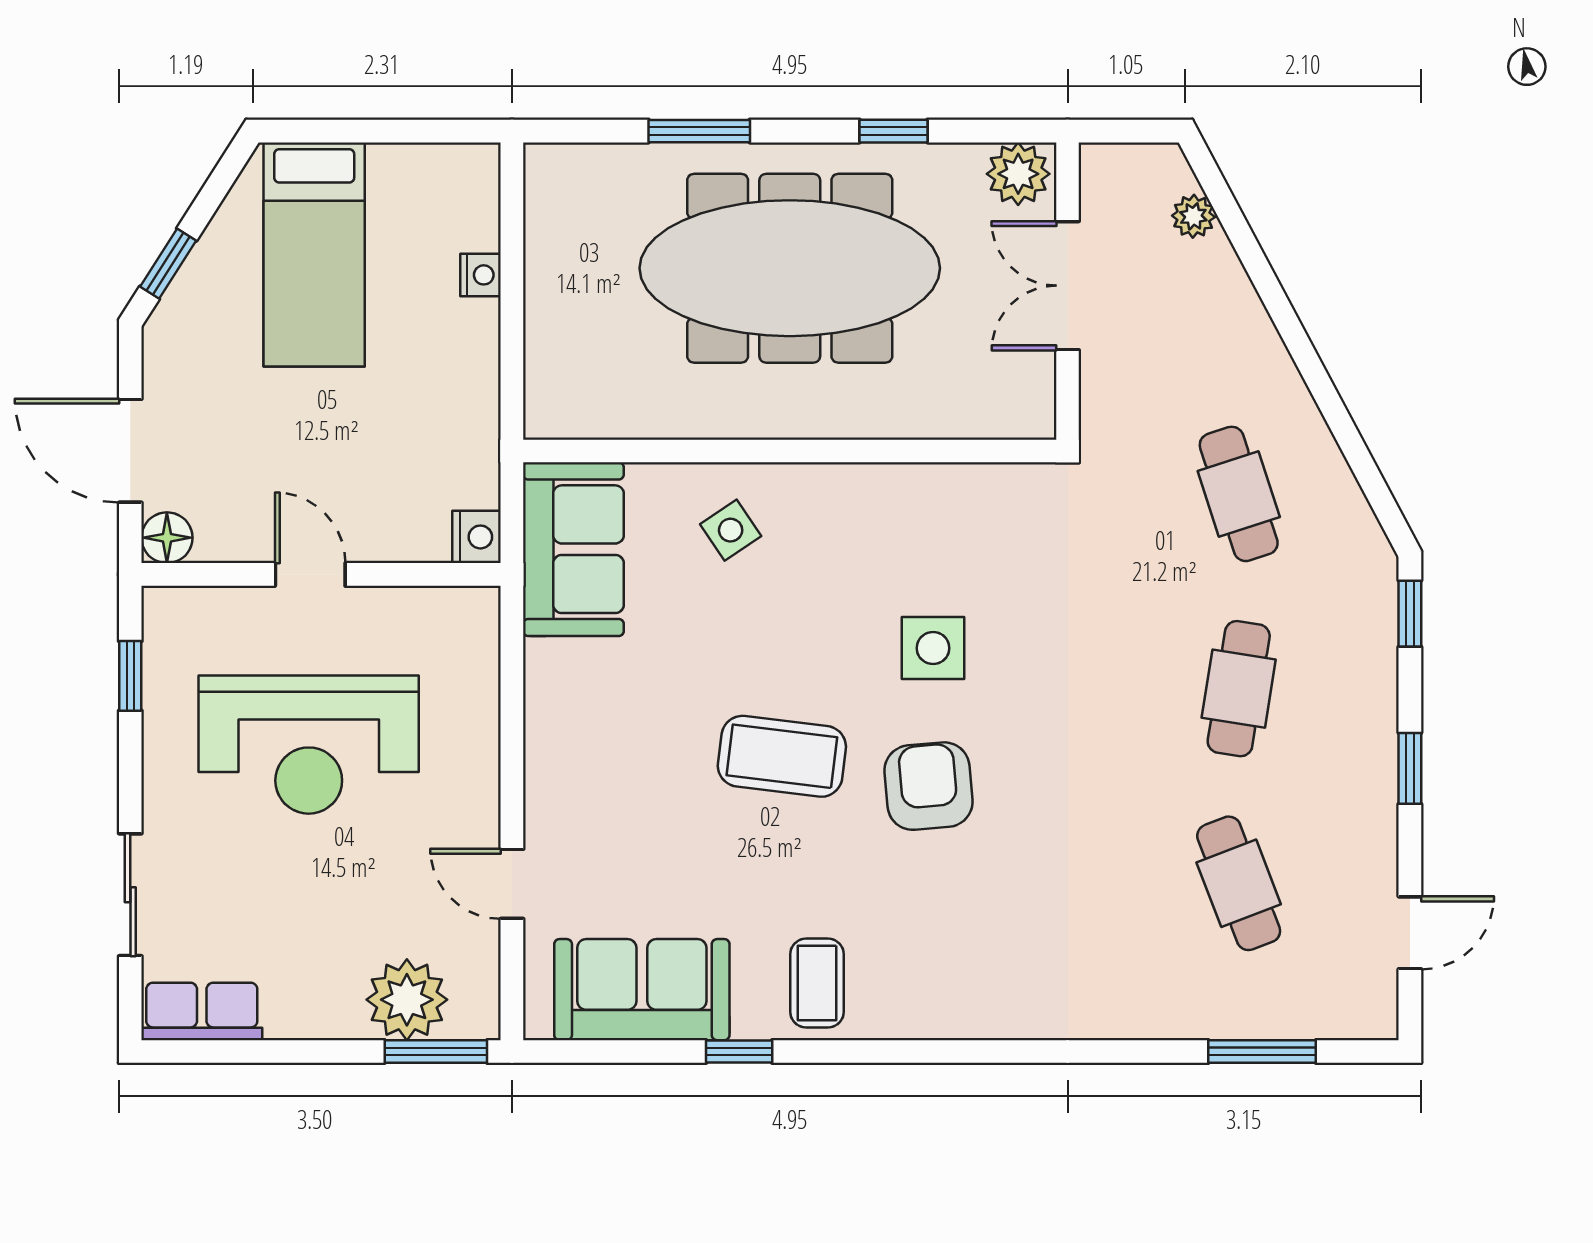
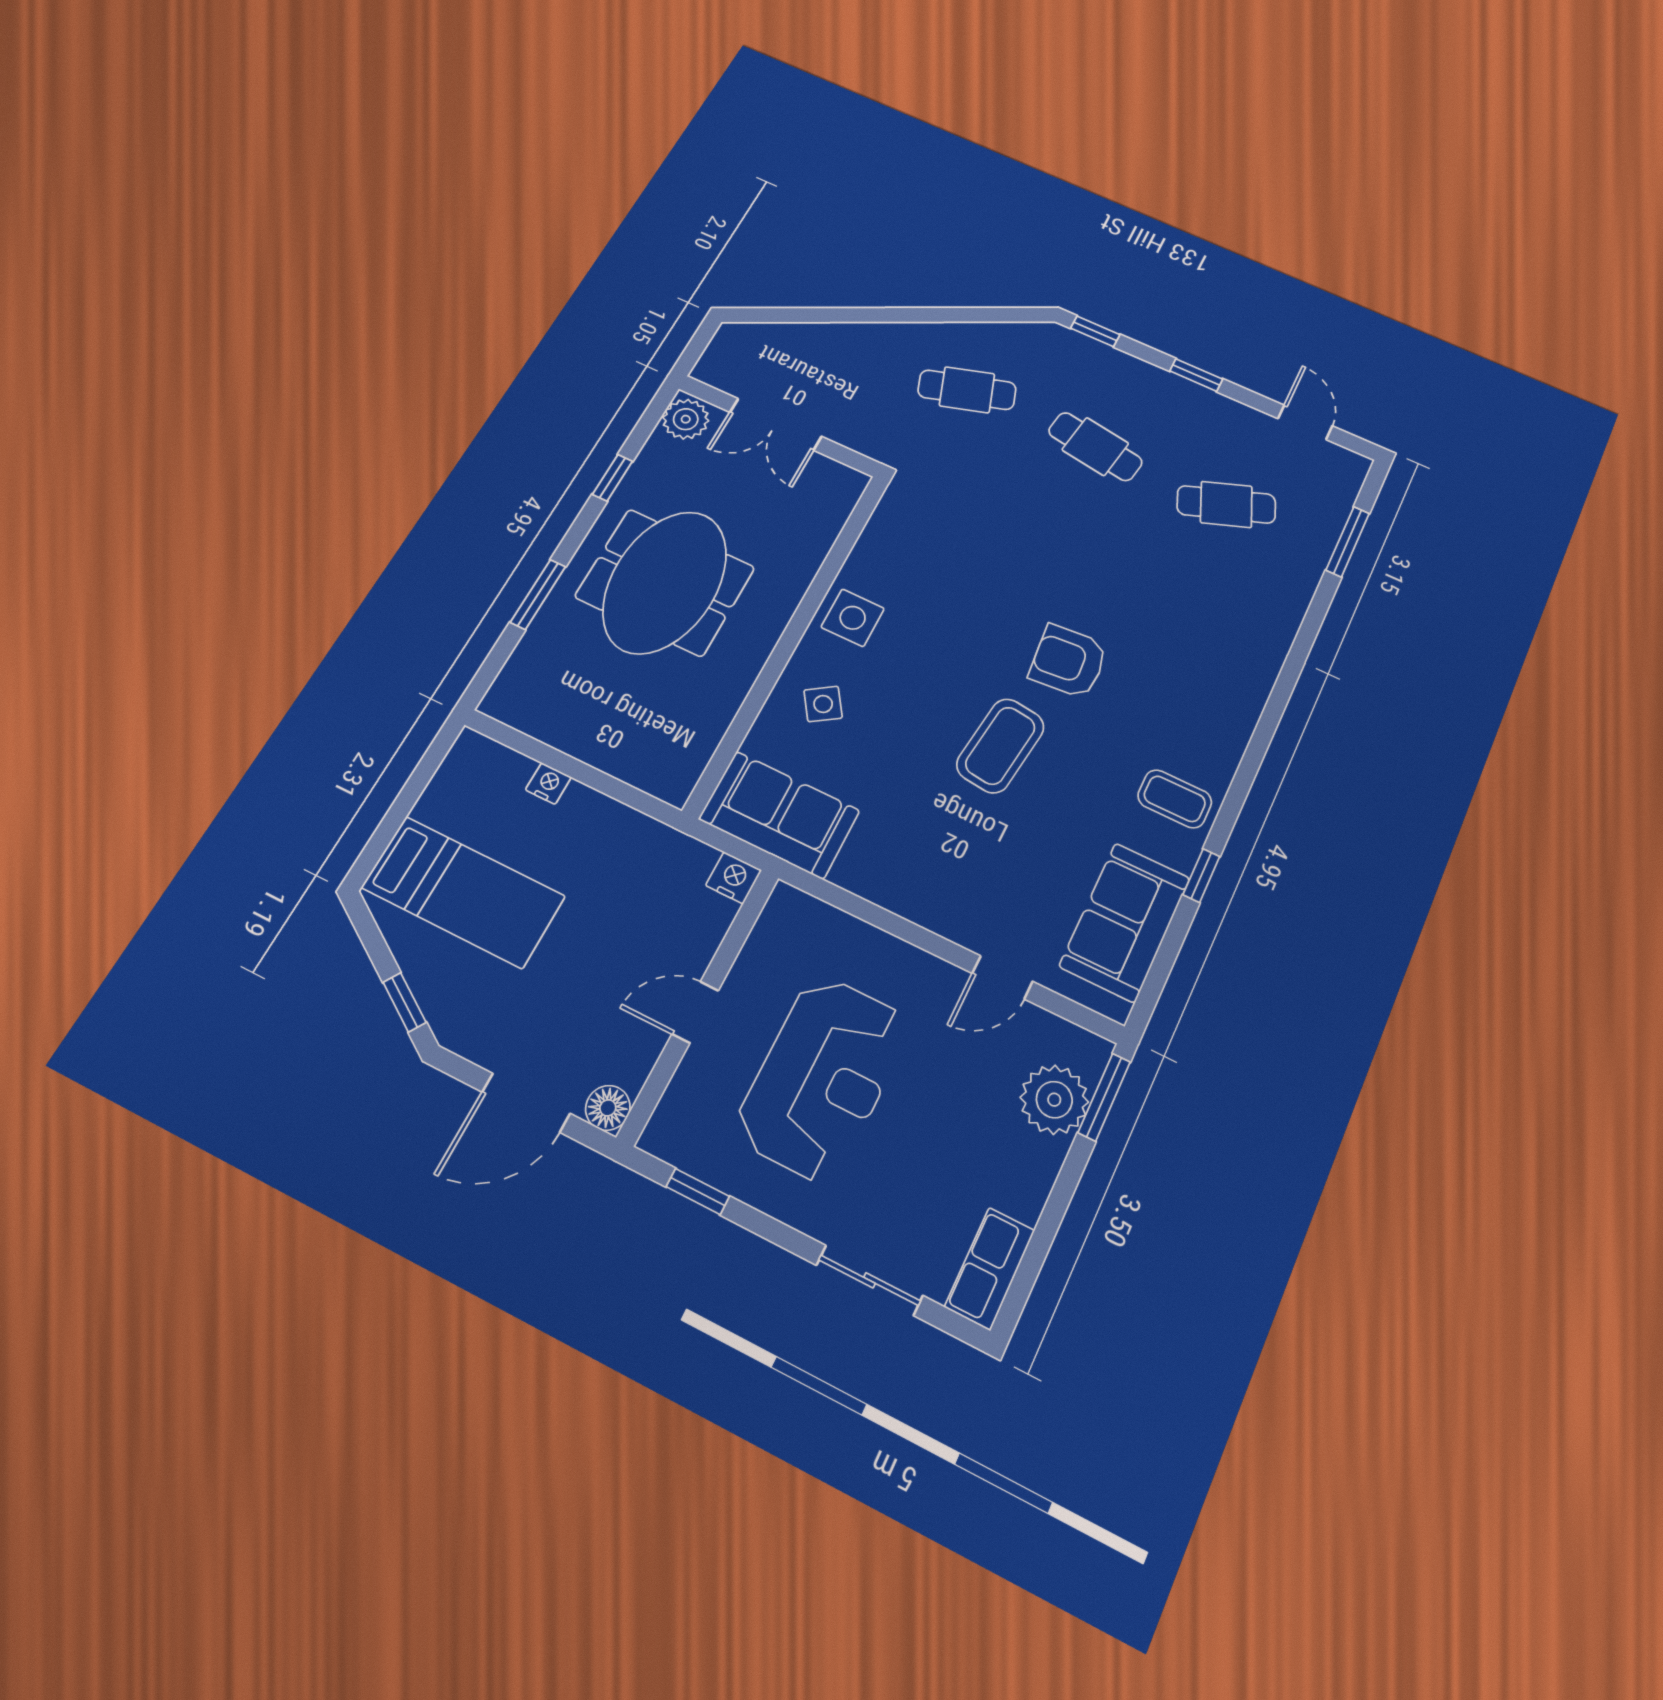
plant: (1193, 216) -> (773, 335), removed
meeting table: (790, 268) -> (665, 582), width x0.73
side table: (933, 648) -> (853, 618), moved

